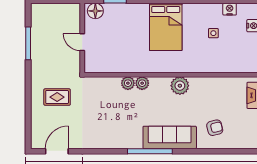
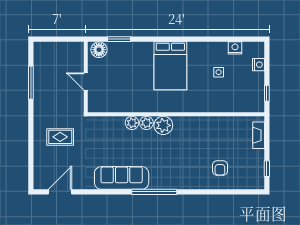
plant: (180, 86) -> (163, 125), moved
armchair: (215, 128) -> (220, 168), turned 104
sofa: (170, 137) -> (122, 178), moved

